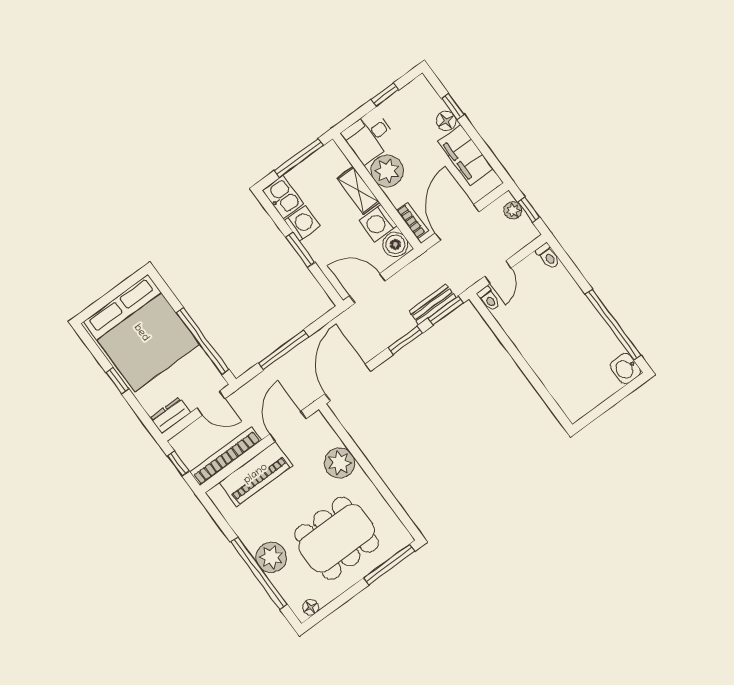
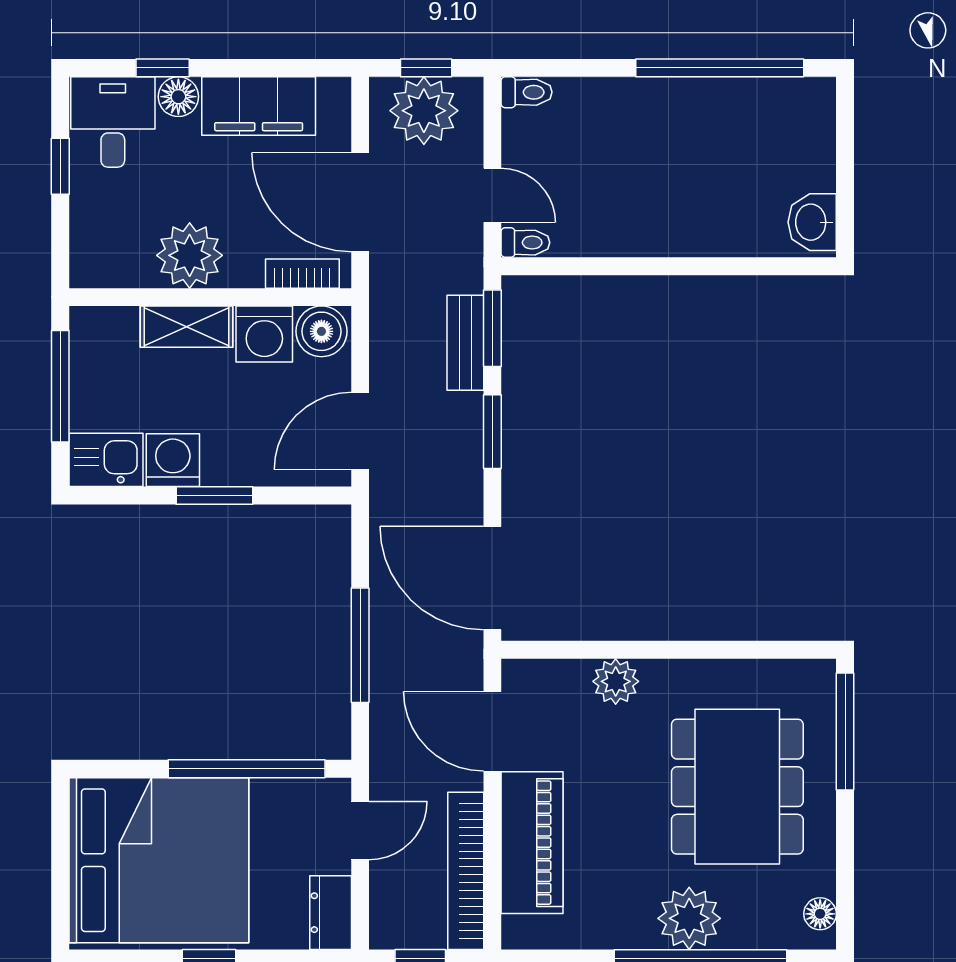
desk: (369, 137) -> (113, 122), moved, turned 180
plant: (513, 210) -> (424, 111), width x1.88, depth x1.88
washbasin: (626, 369) -> (812, 222), moved, turned 90
plant: (340, 463) -> (616, 681), width x0.73, depth x0.73

